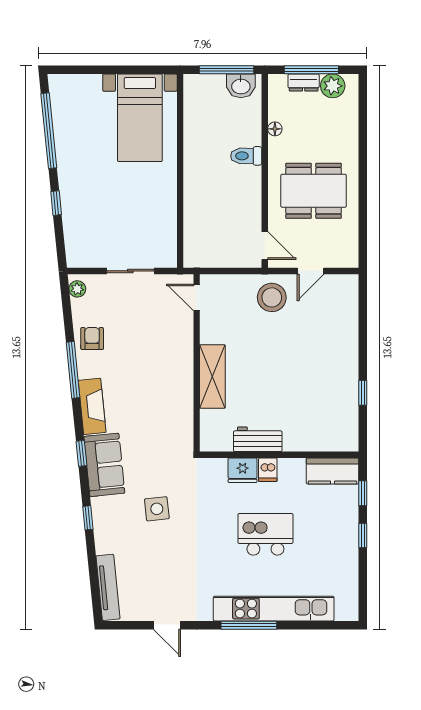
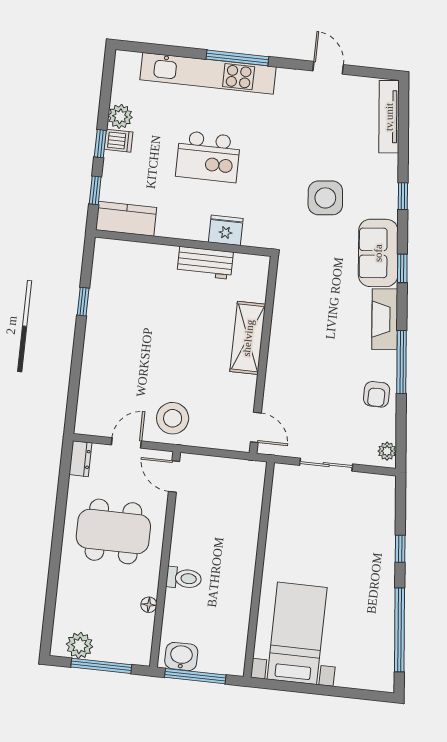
dresser: (304, 82) -> (80, 459), moved, turned 90
dishwasher: (268, 470) -> (119, 141), moved, turned 90
side table: (157, 509) -> (325, 198), width x1.37, depth x1.37
plant: (348, 562) -> (120, 116), added

